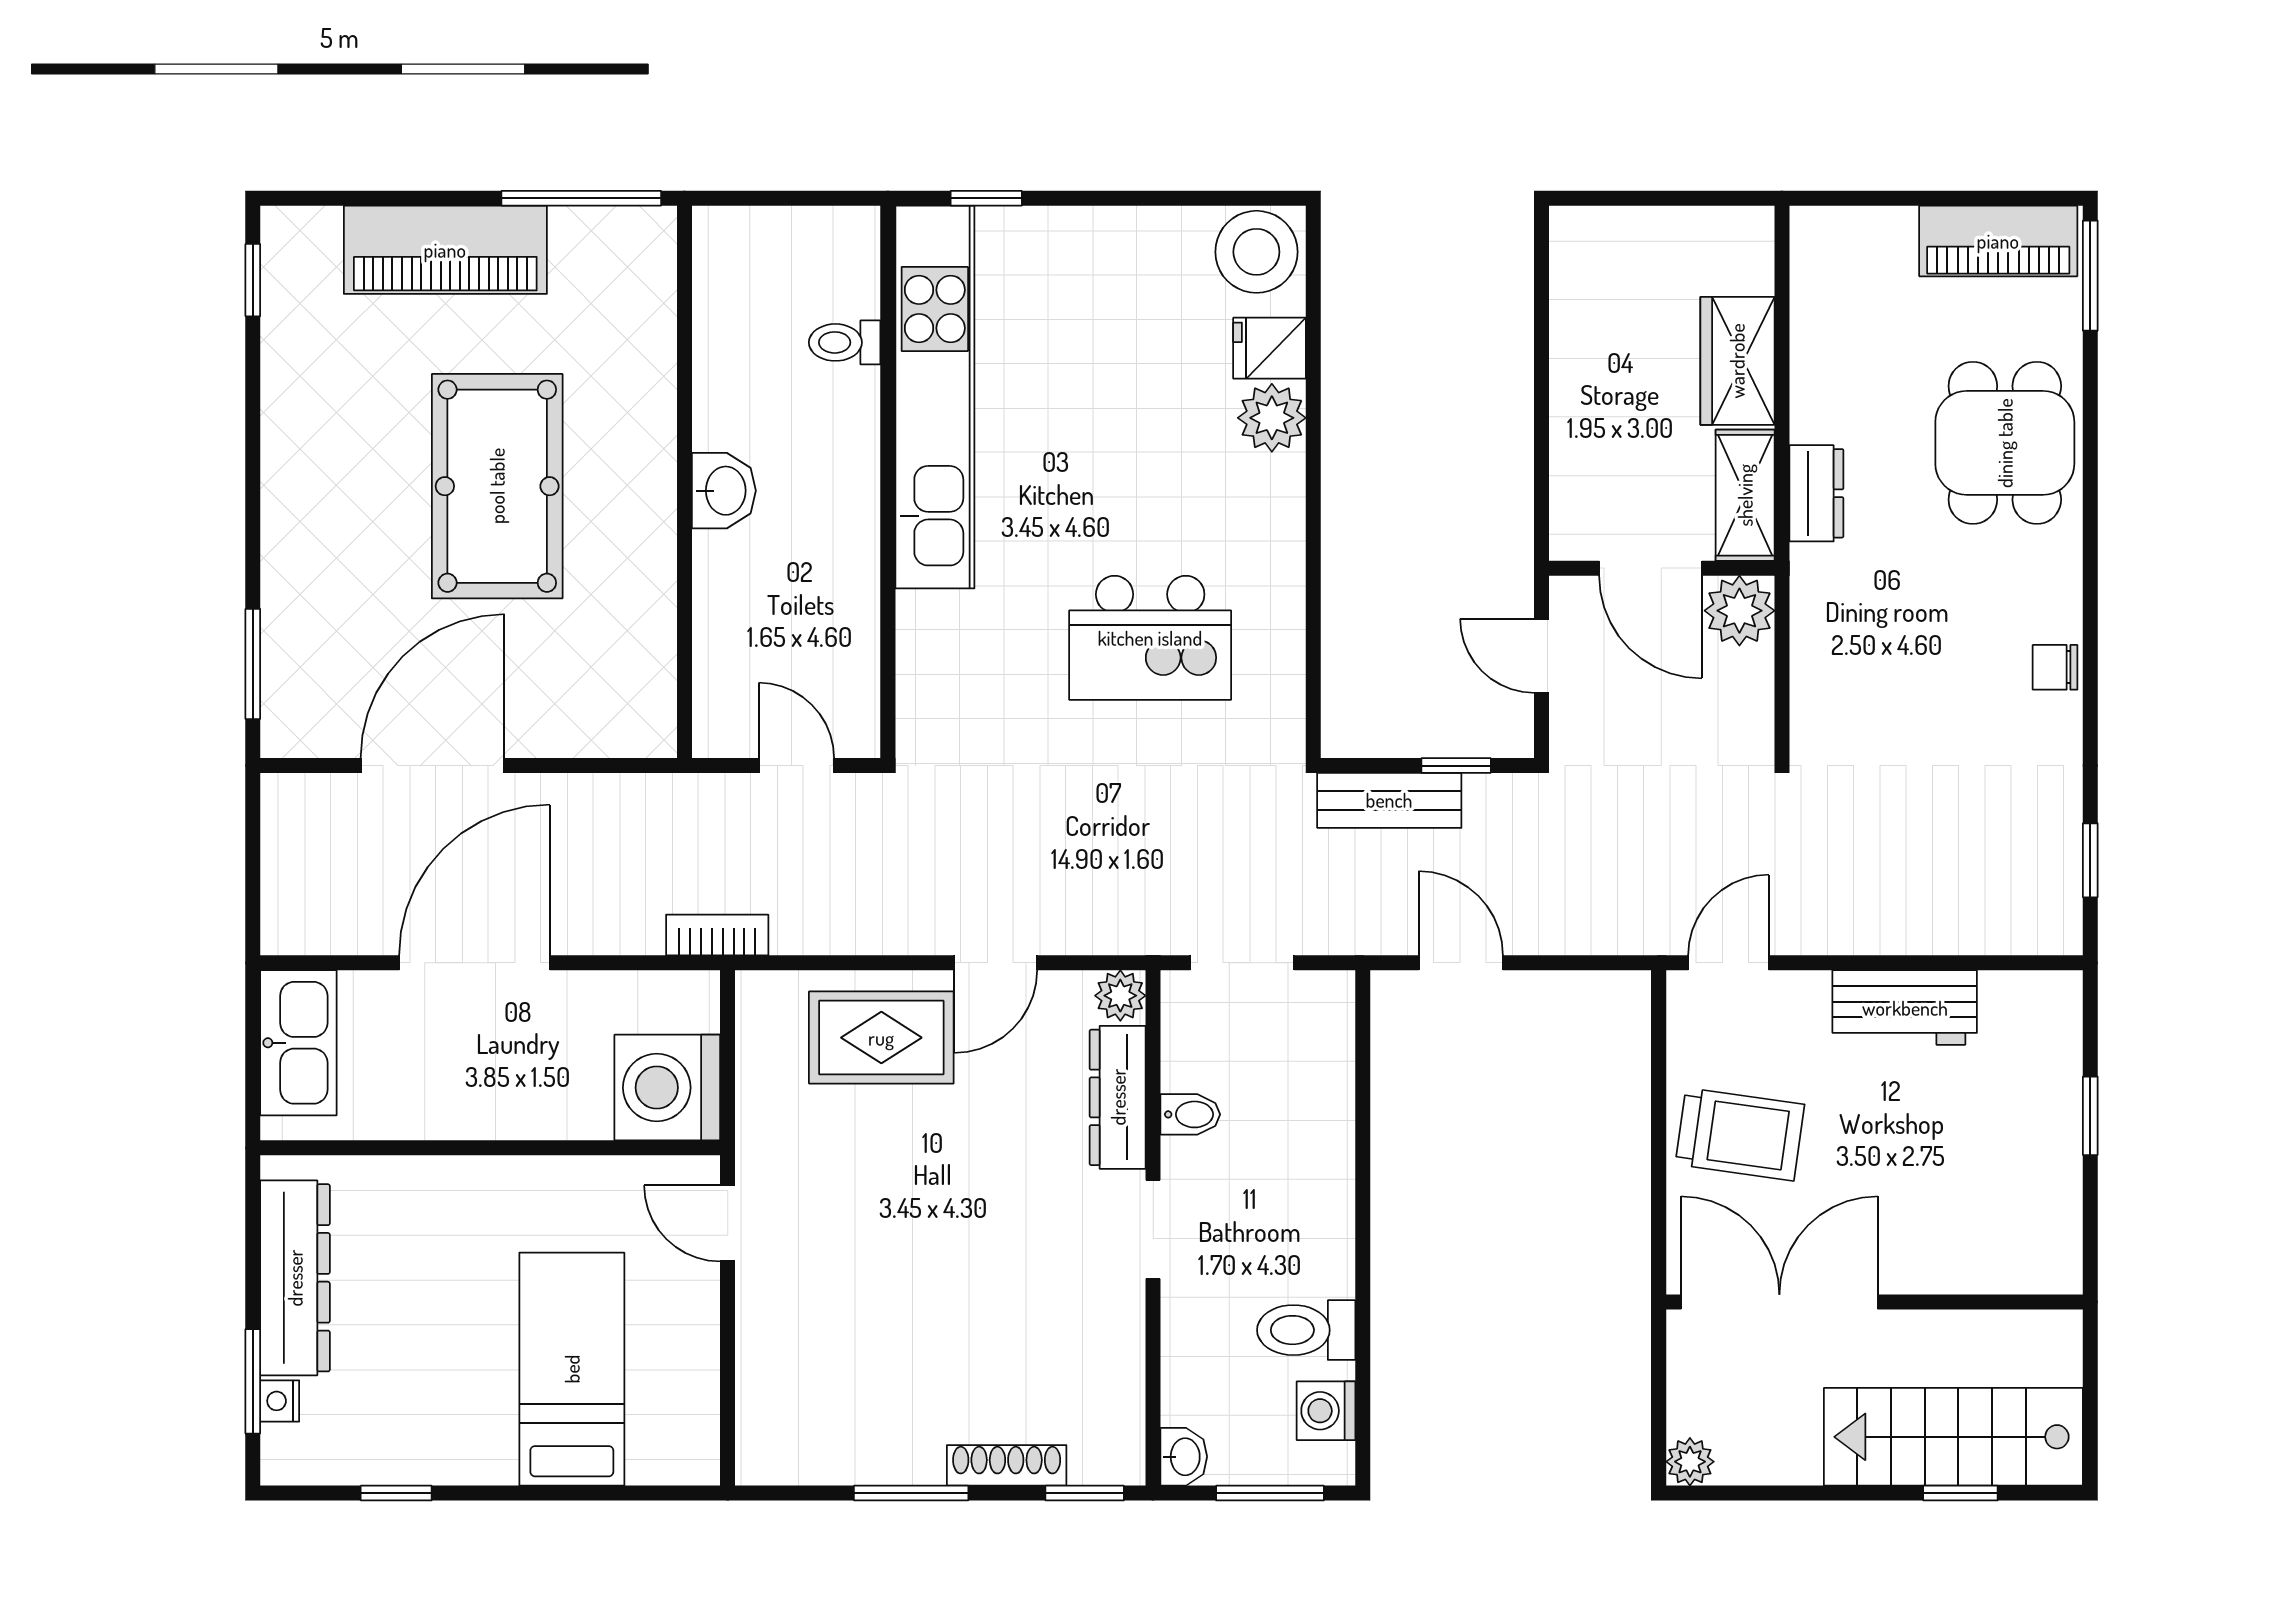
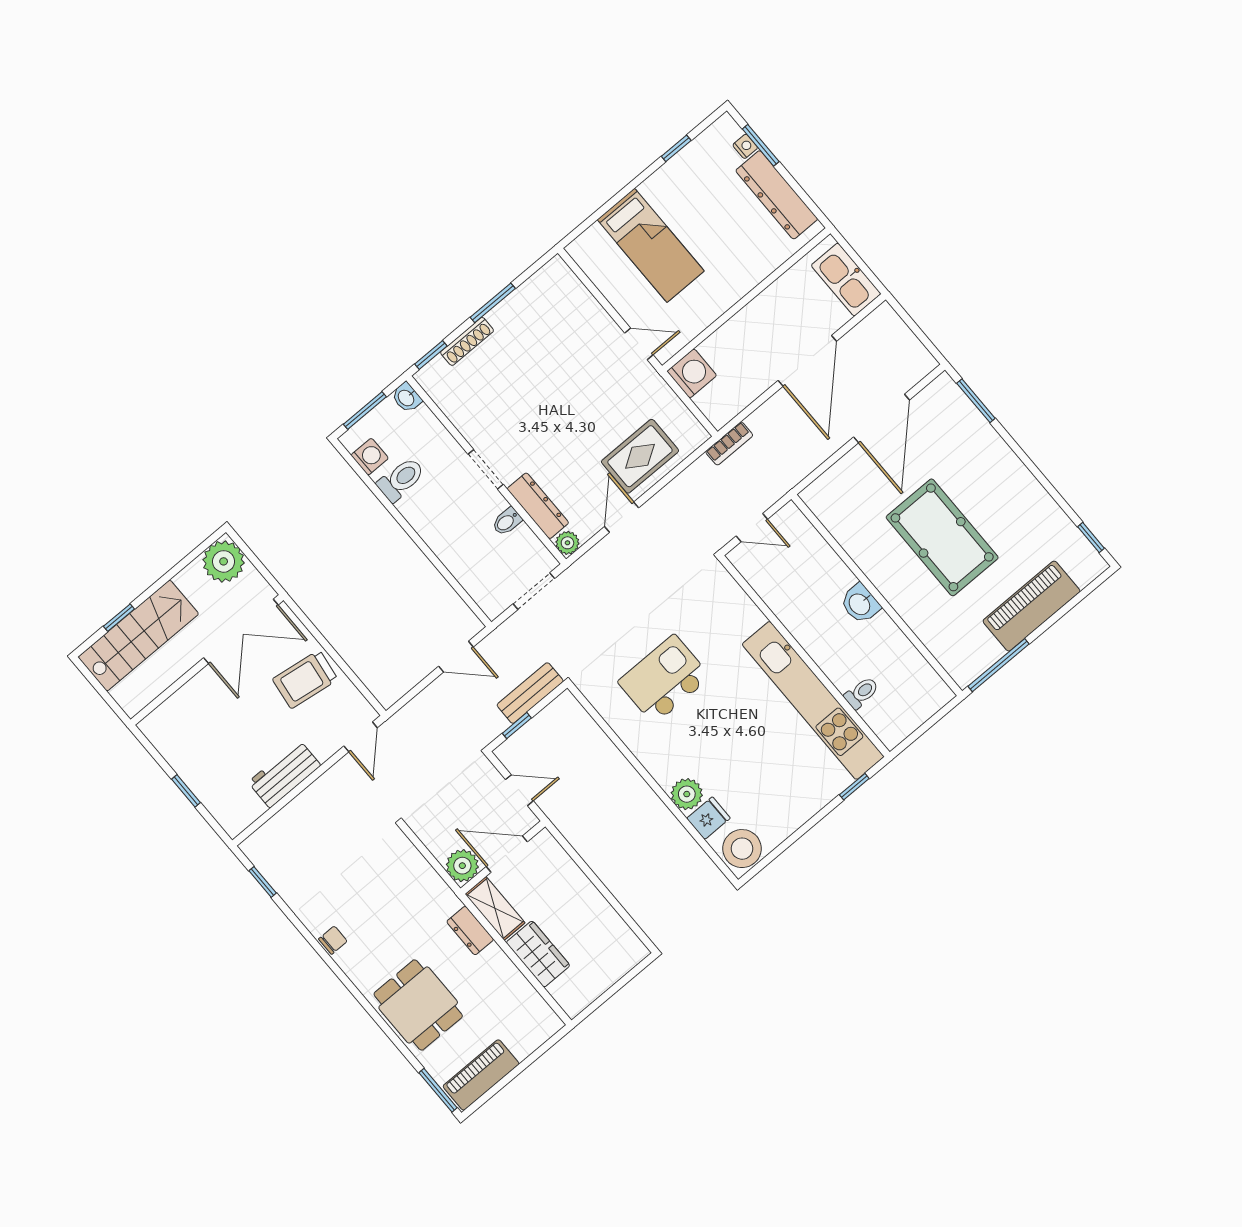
washing machine: (667, 1088) -> (692, 373), width x0.73, depth x0.73
plant: (1690, 1462) -> (224, 561), width x1.88, depth x1.88

